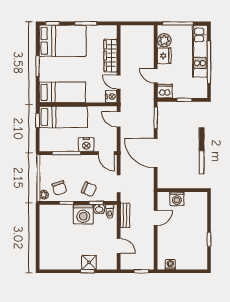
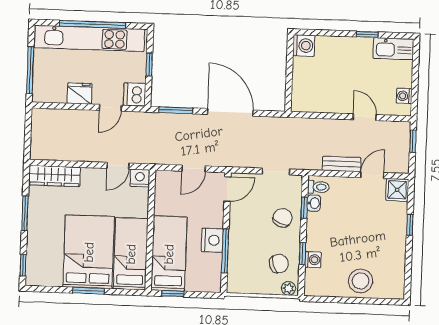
plant: (164, 40) -> (56, 93), removed
bed: (63, 41) -> (89, 252), moved
kitchen unit: (200, 51) -> (89, 38), width x1.36
wardrobe: (111, 56) -> (55, 176), moved
door: (119, 119) -> (194, 169), moved
nightstand: (86, 145) -> (212, 240), moved
door: (156, 153) -> (230, 112), swing flipped
washing machine: (177, 199) -> (304, 46), moved
washing machine: (83, 214) -> (313, 260), moved, width x0.53, depth x0.53
bench: (125, 215) -> (342, 164), moved
door: (156, 218) -> (365, 117), moved
stool: (50, 241) -> (361, 281), added
kitchen sink: (200, 257) -> (393, 49), added
shower: (89, 262) -> (397, 190), moved

